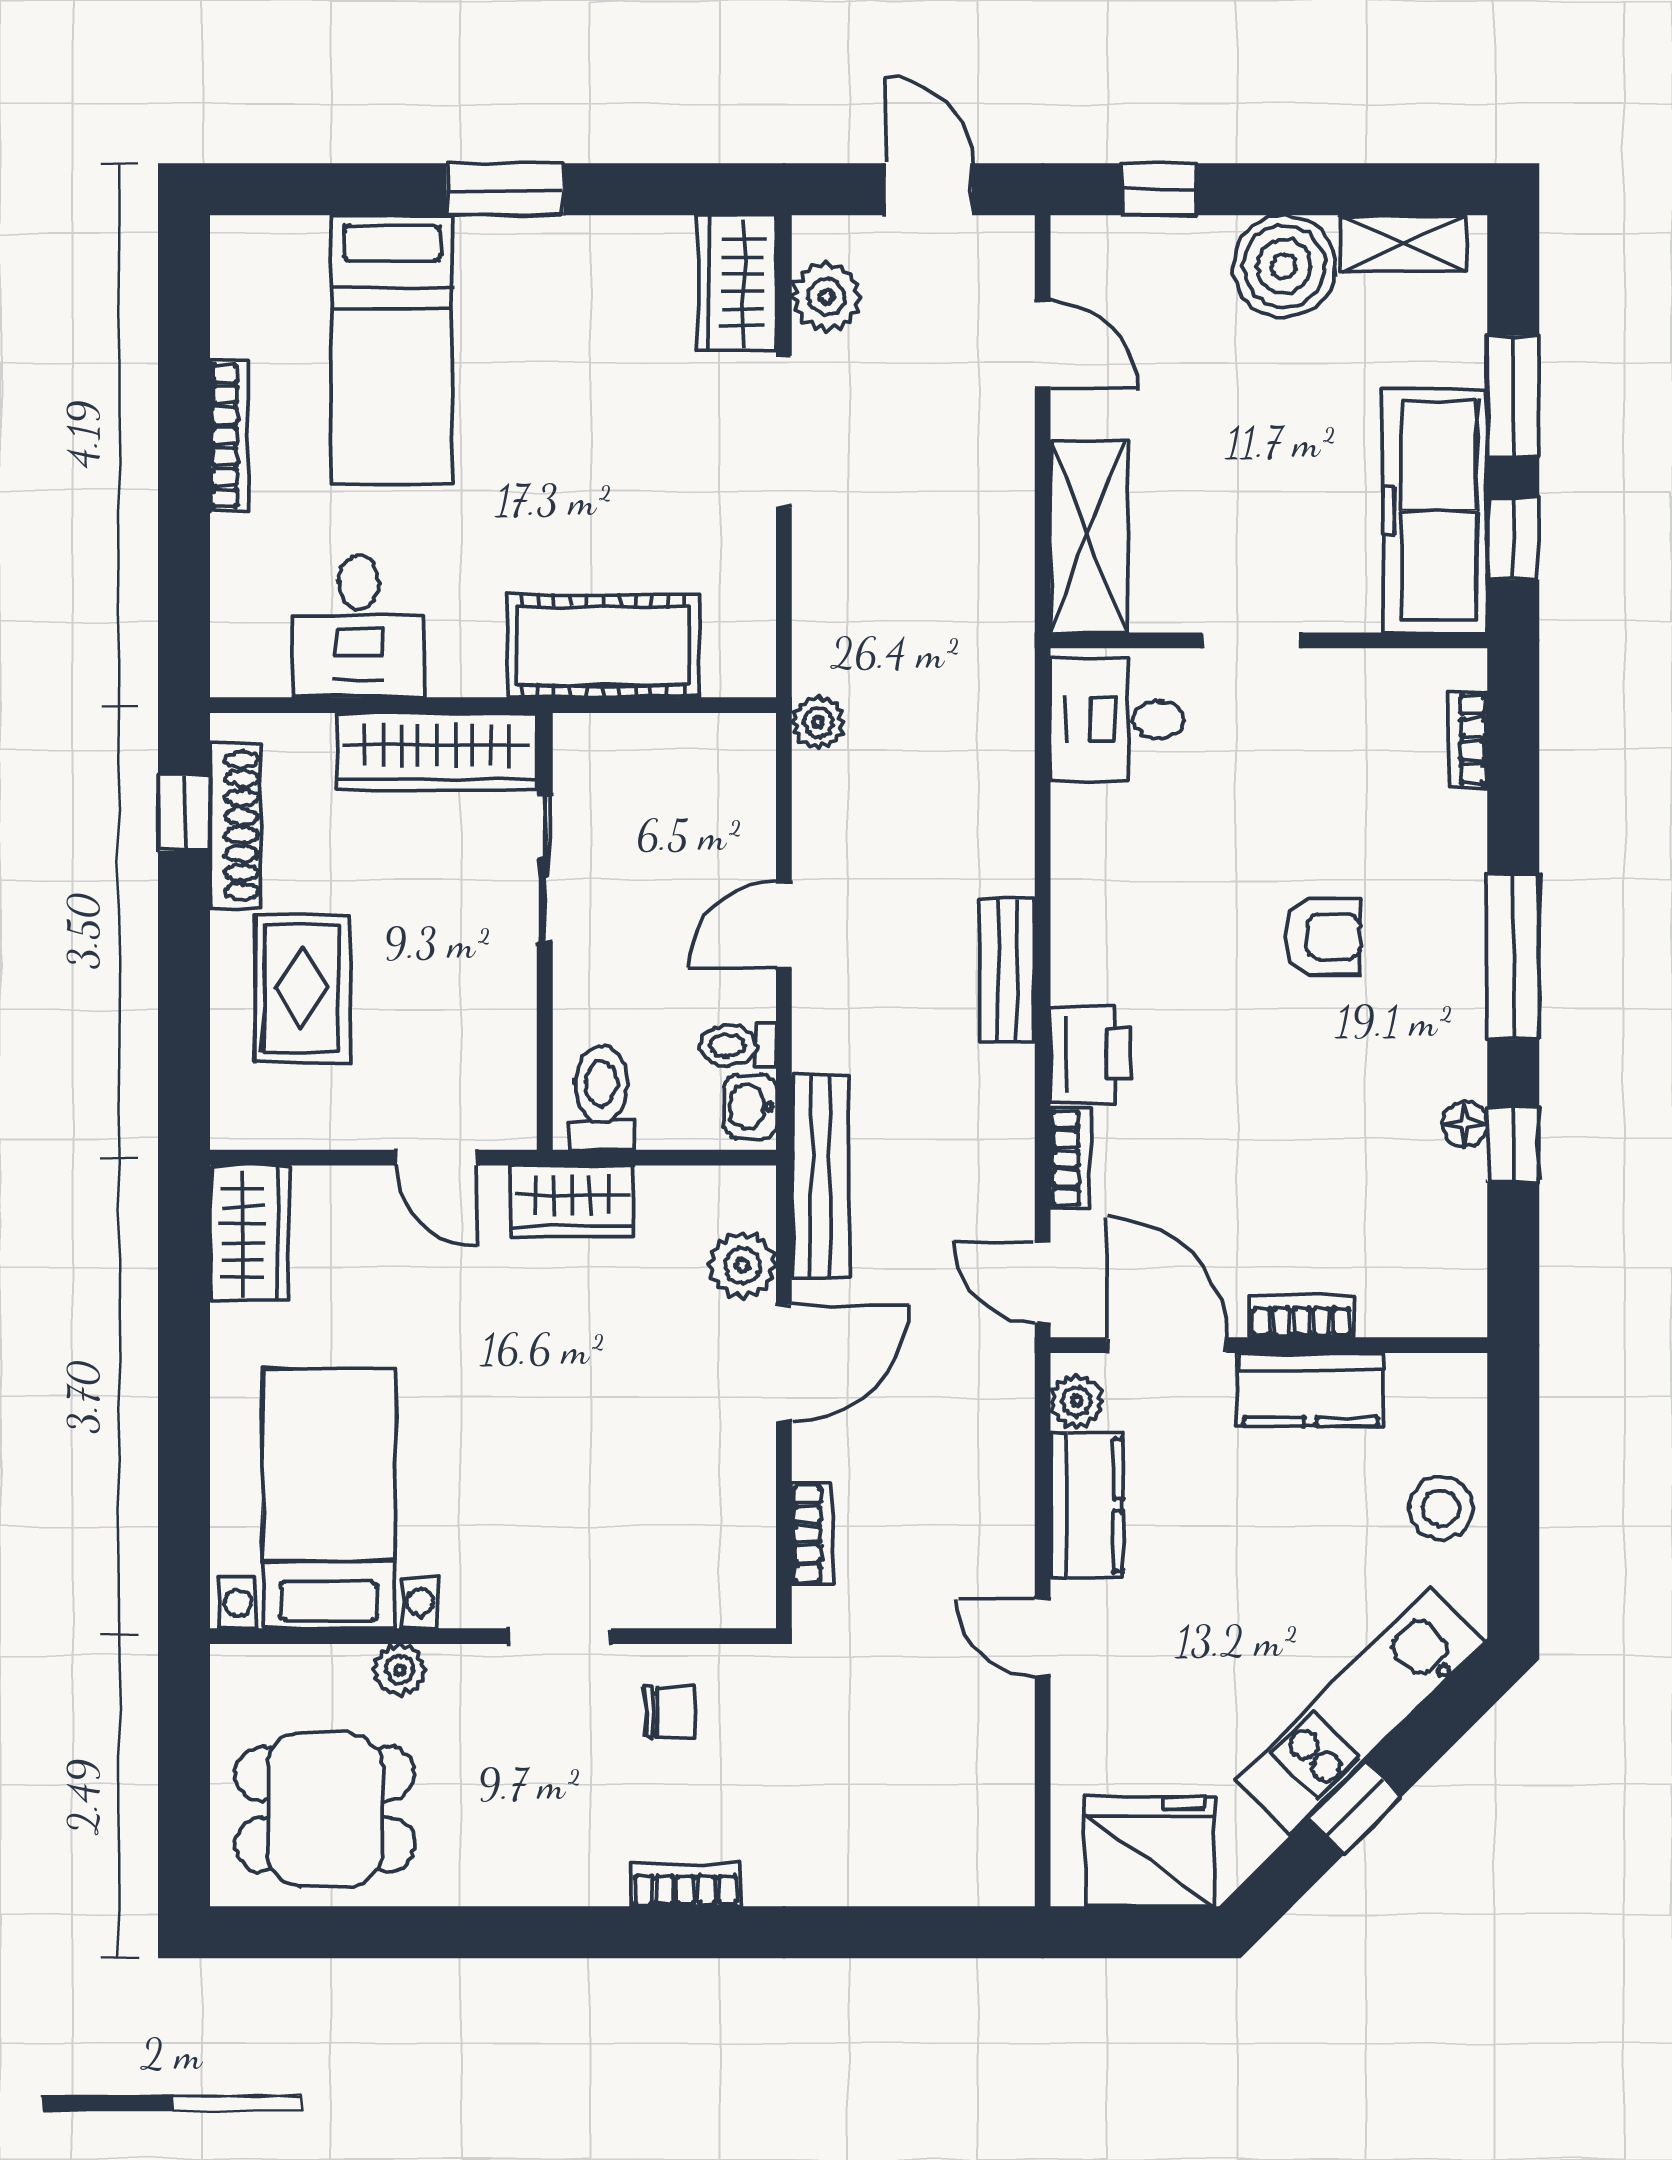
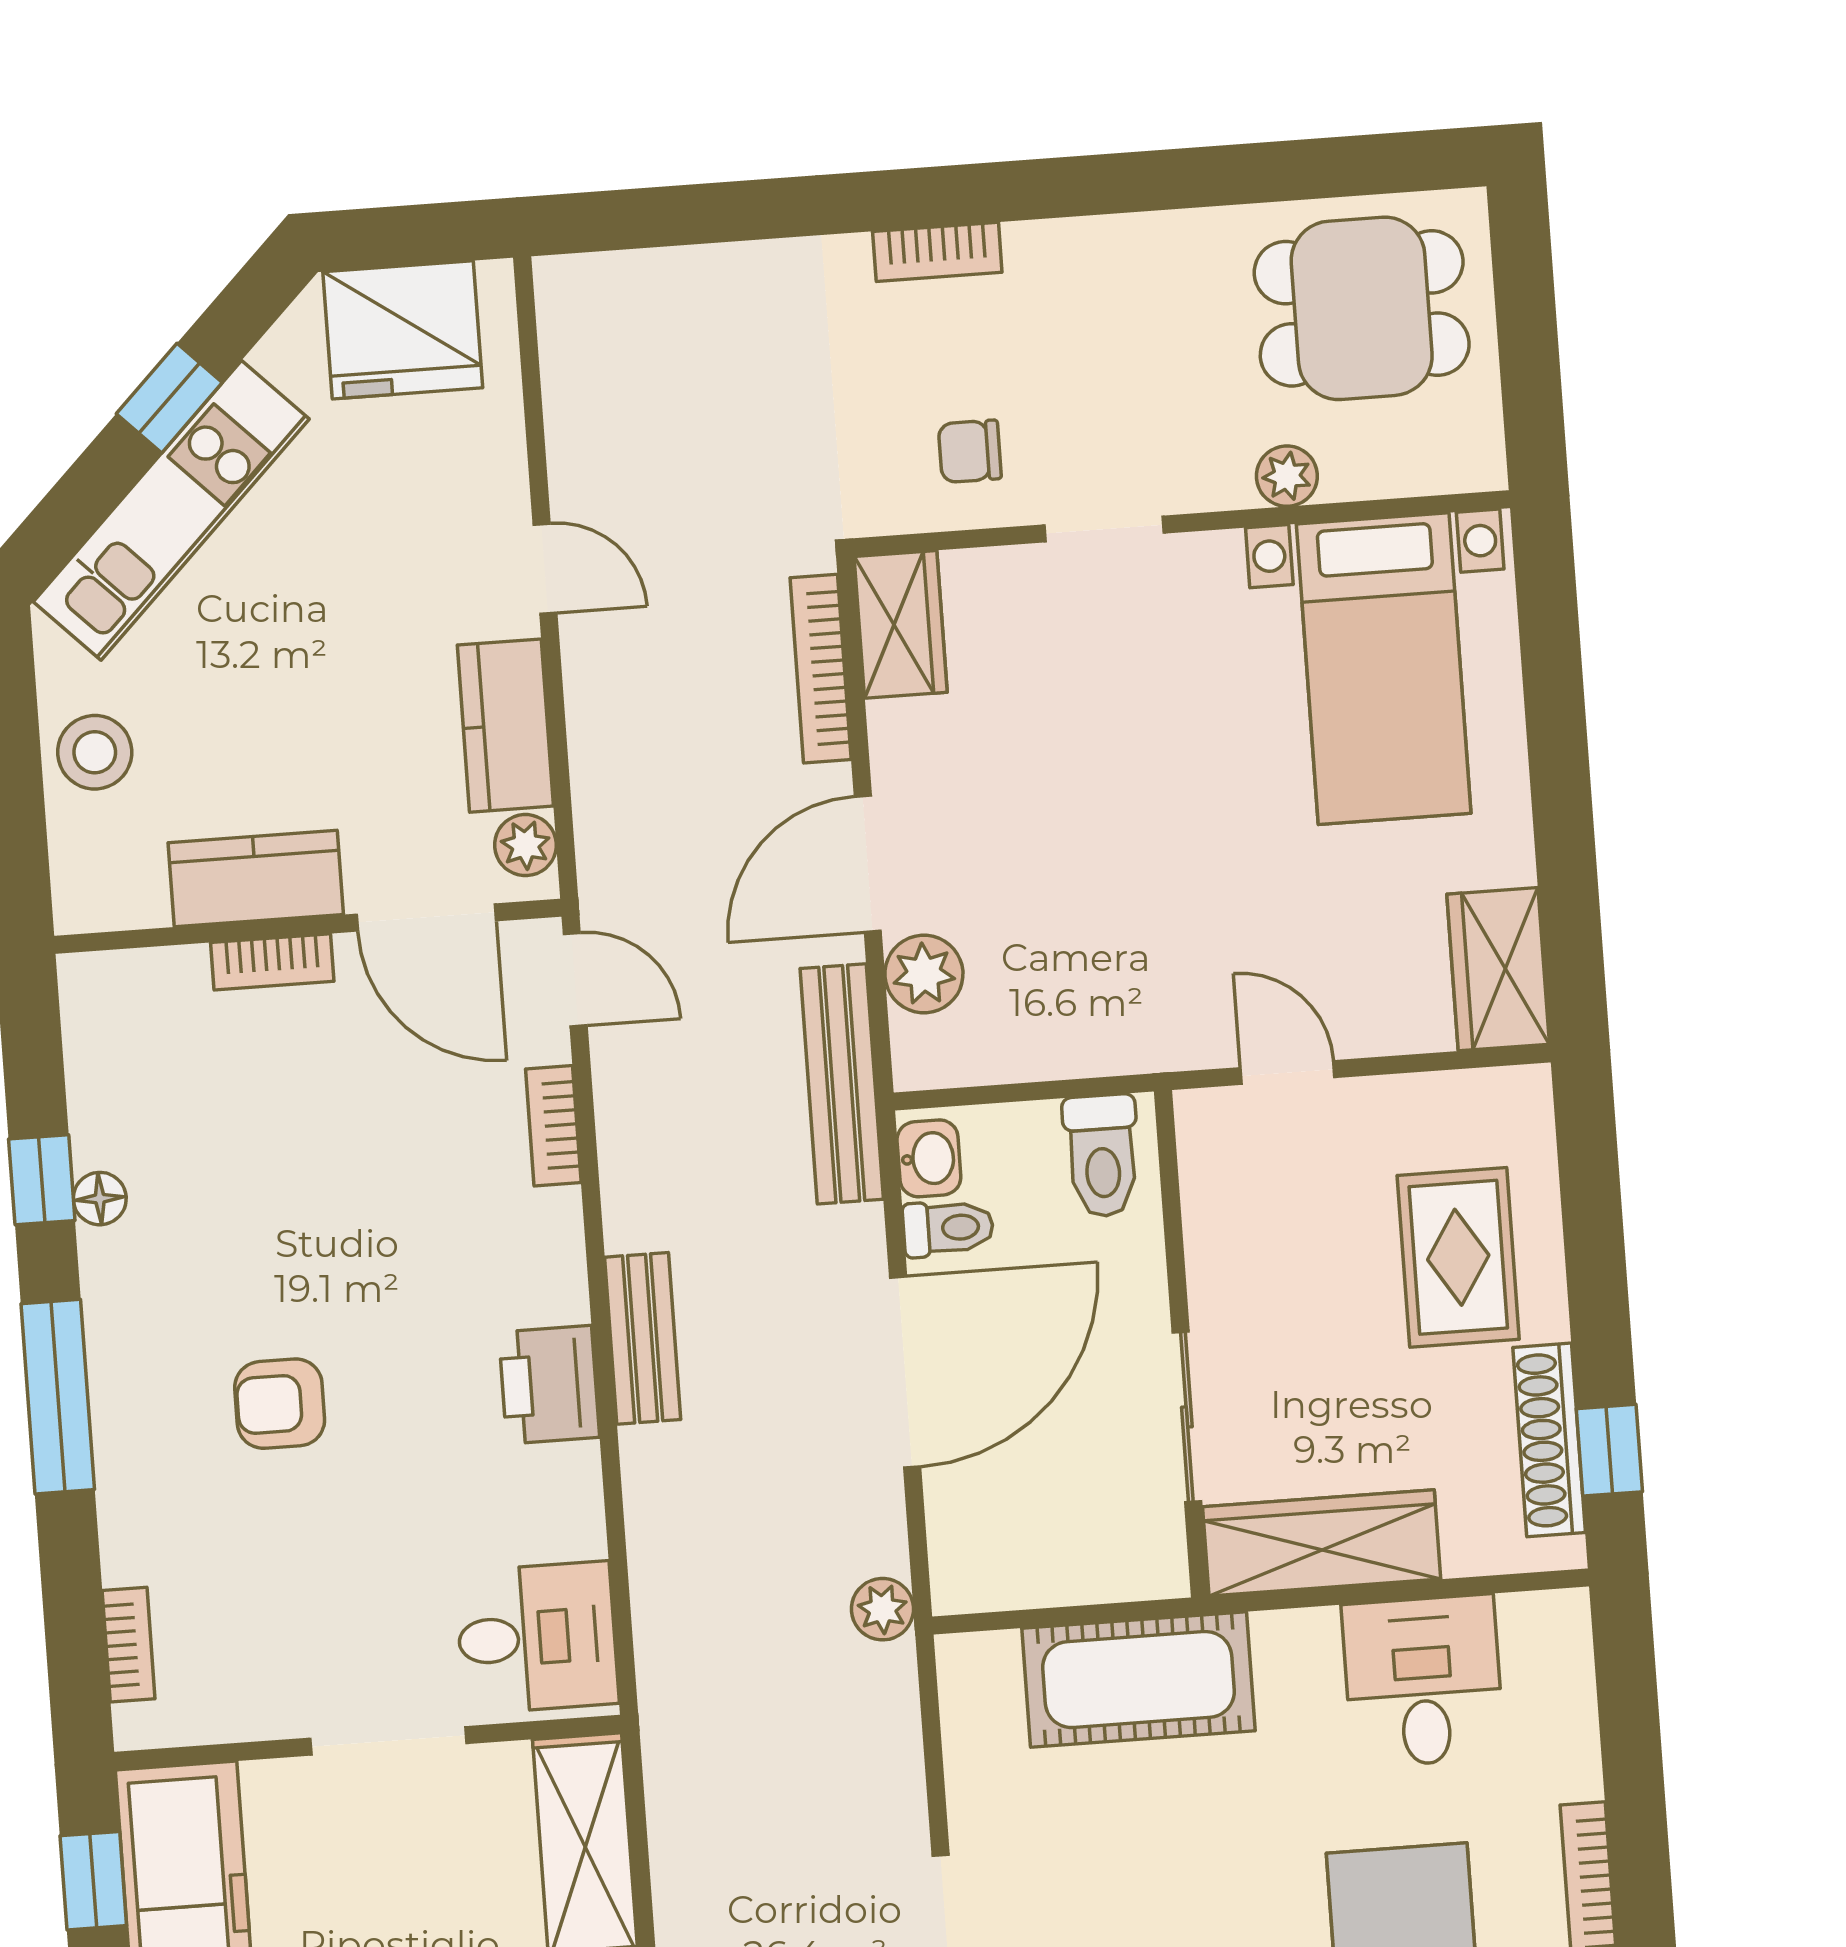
doorway: (1251, 640) -> (388, 1741), width x1.38
door: (784, 925) -> (905, 1372), width x1.88
printer: (1090, 1054) -> (549, 1385), moved
wardrobe: (572, 1201) -> (901, 624), moved, turned 90
bookcase: (812, 1534) -> (821, 669), width x1.56

